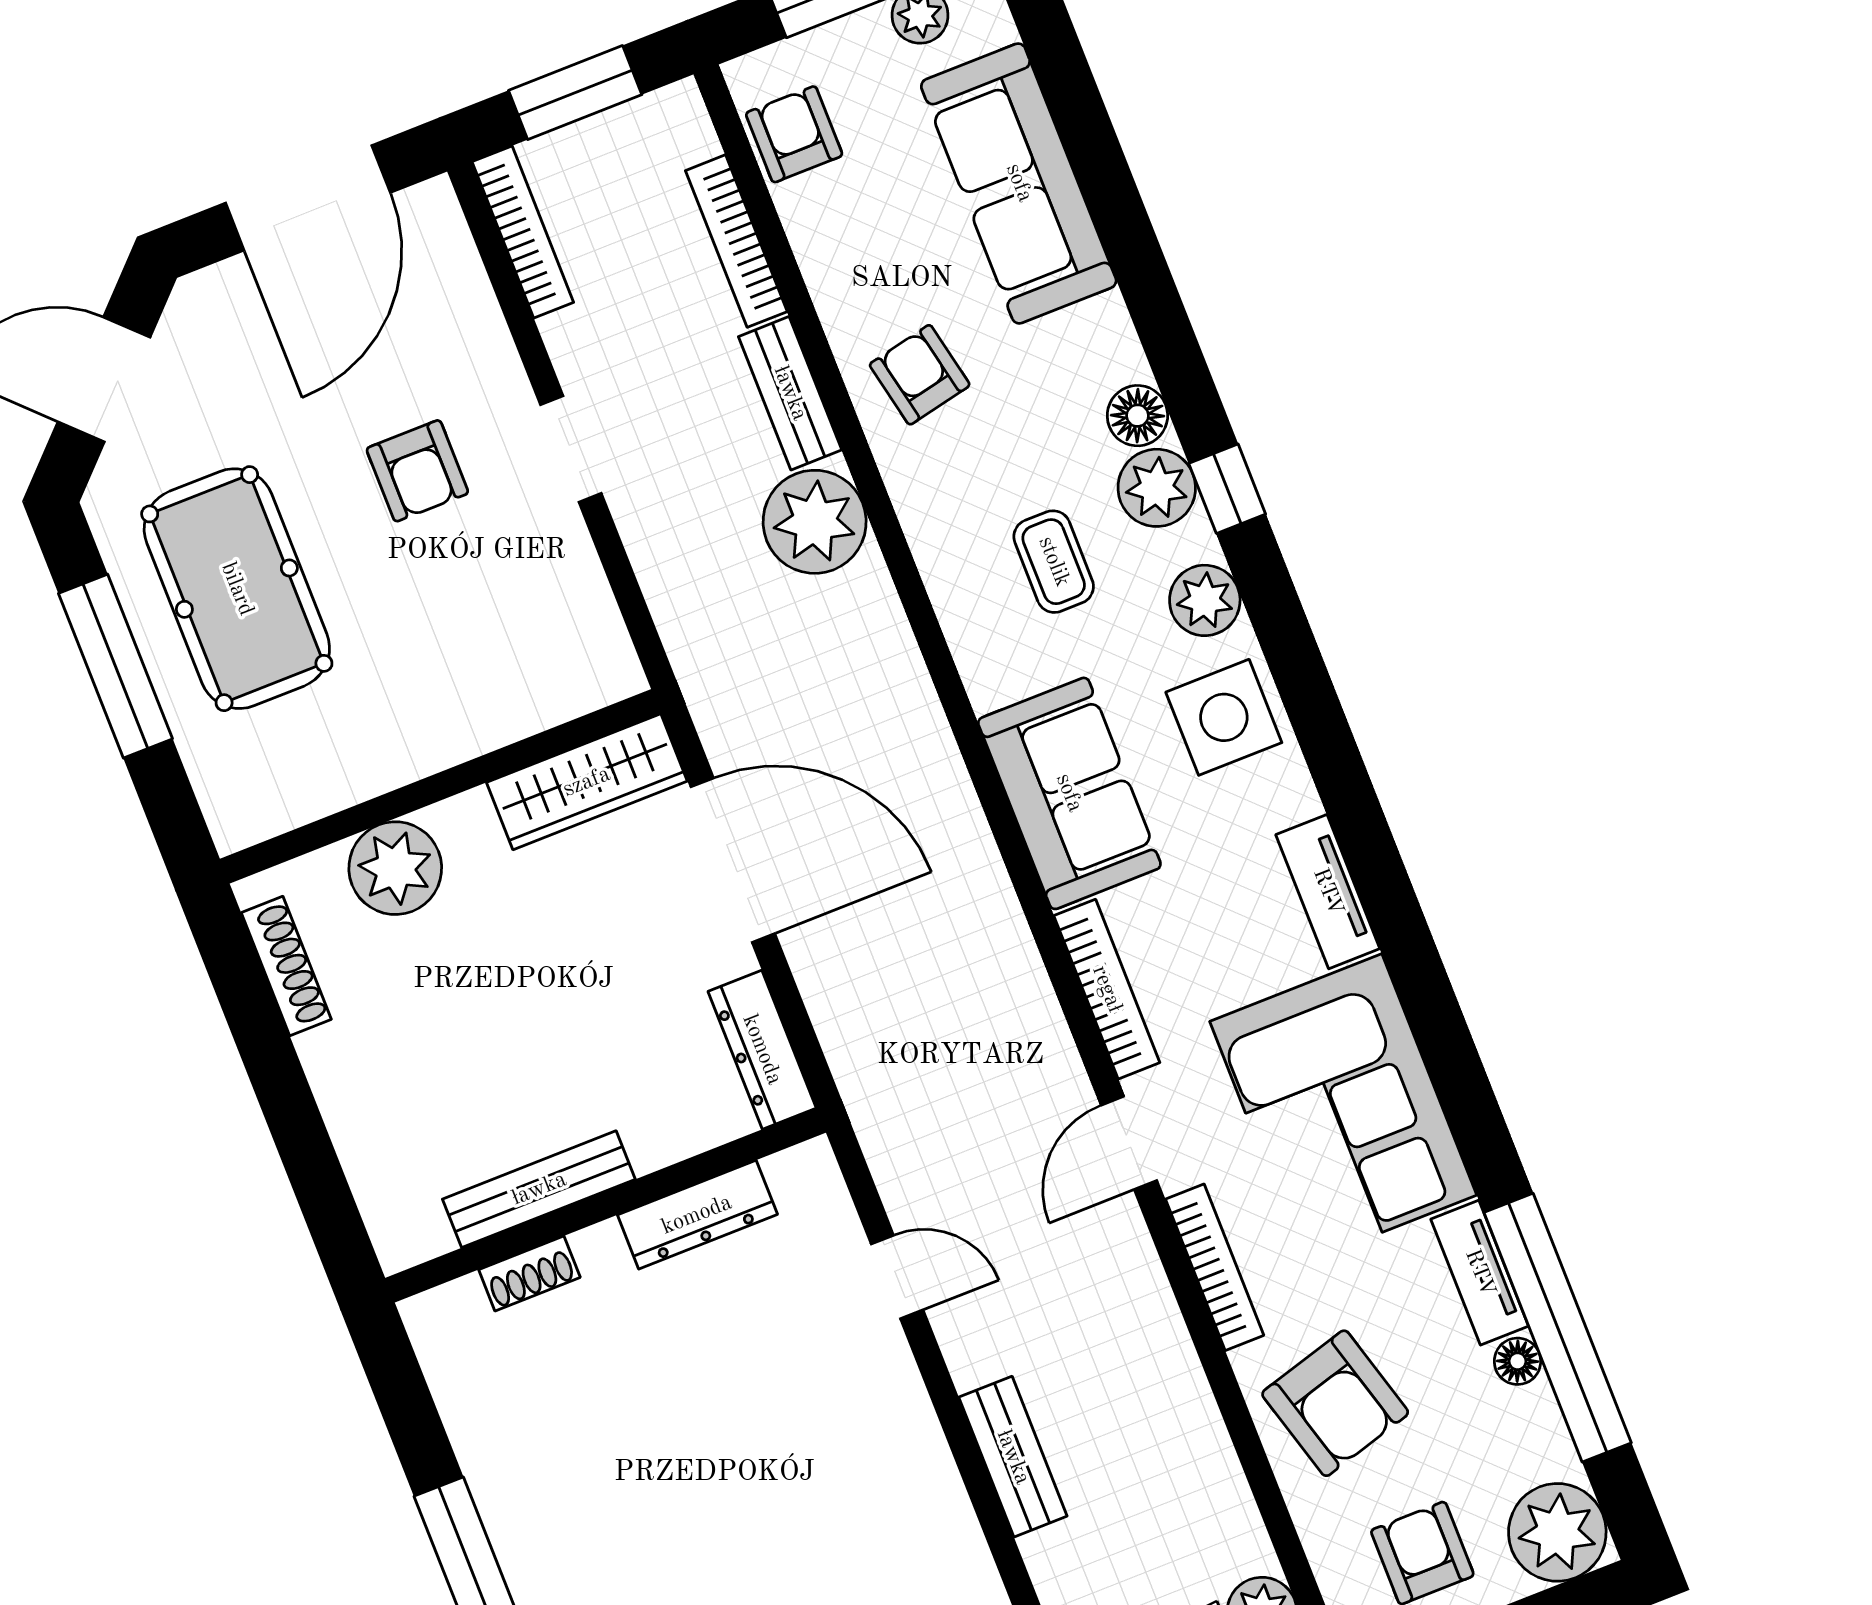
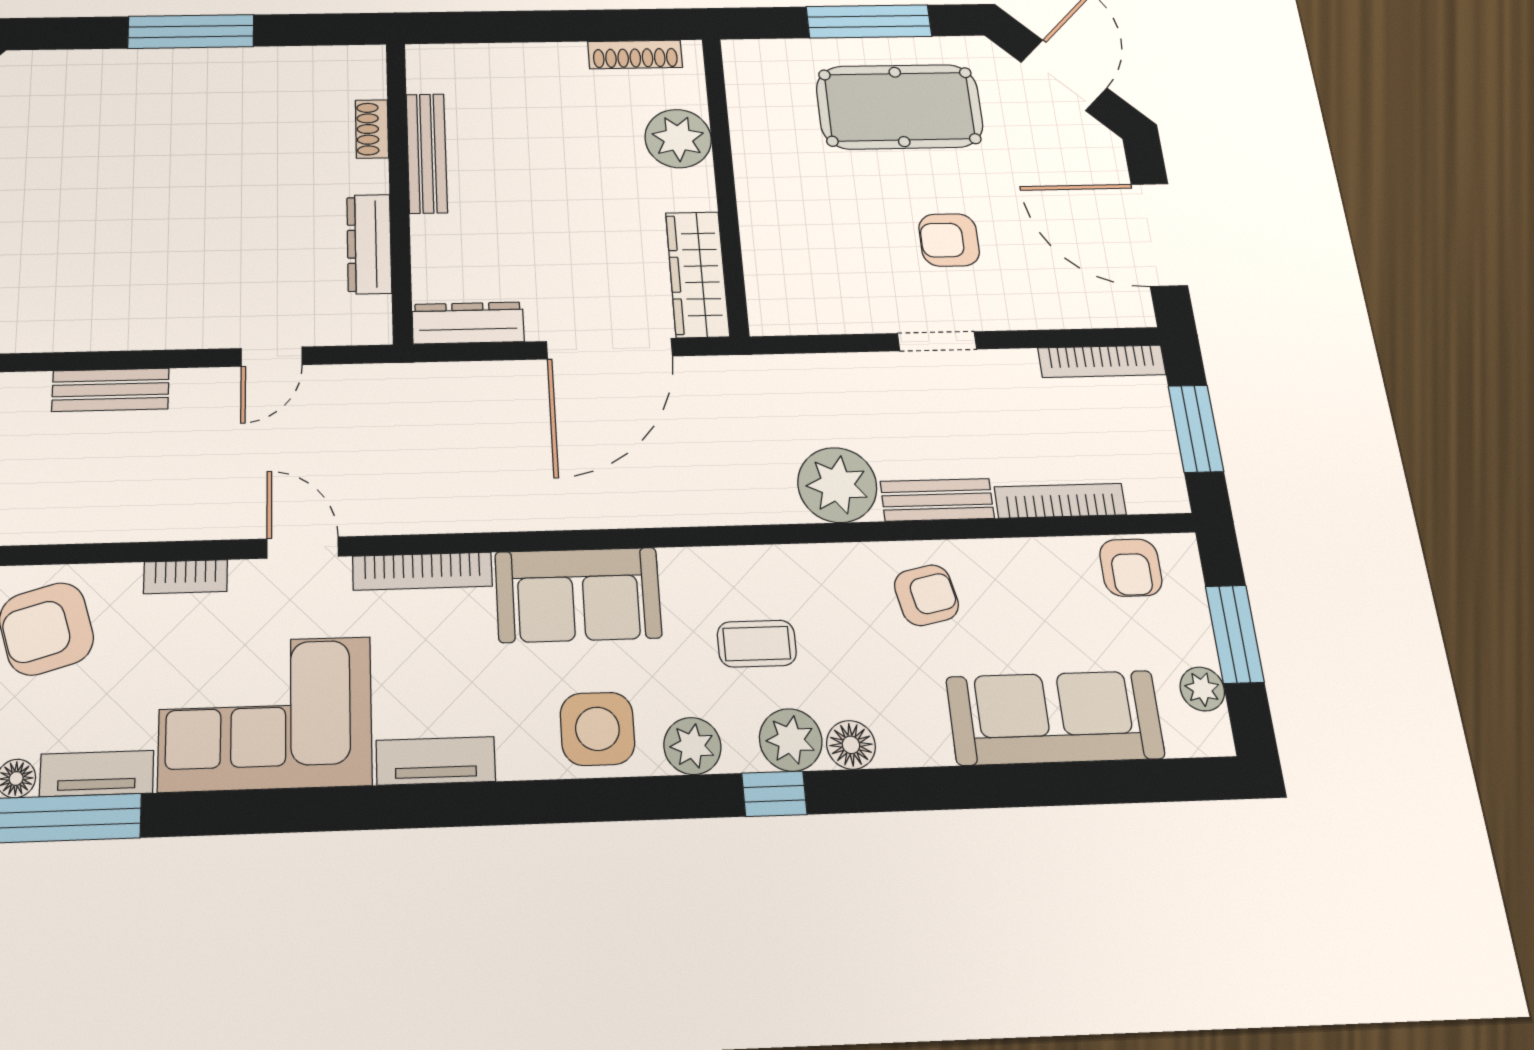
armchair: (794, 134) -> (1131, 568), turned 90
bookcase: (1215, 1267) -> (186, 577), width x0.64

